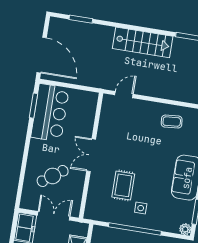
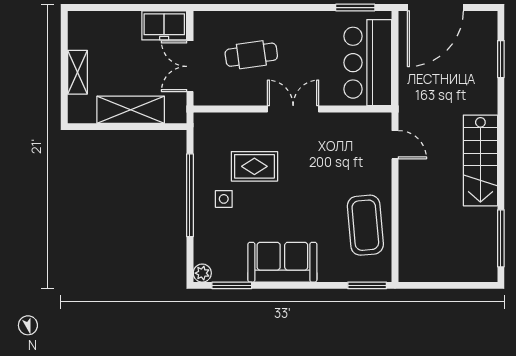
bar counter: (50, 113) -> (368, 63), moved, turned 90
coffee table: (172, 122) -> (365, 225), width x1.86, depth x1.72
cafe table: (53, 176) -> (251, 55), turned -62
double door: (54, 216) -> (190, 66), swing flipped

